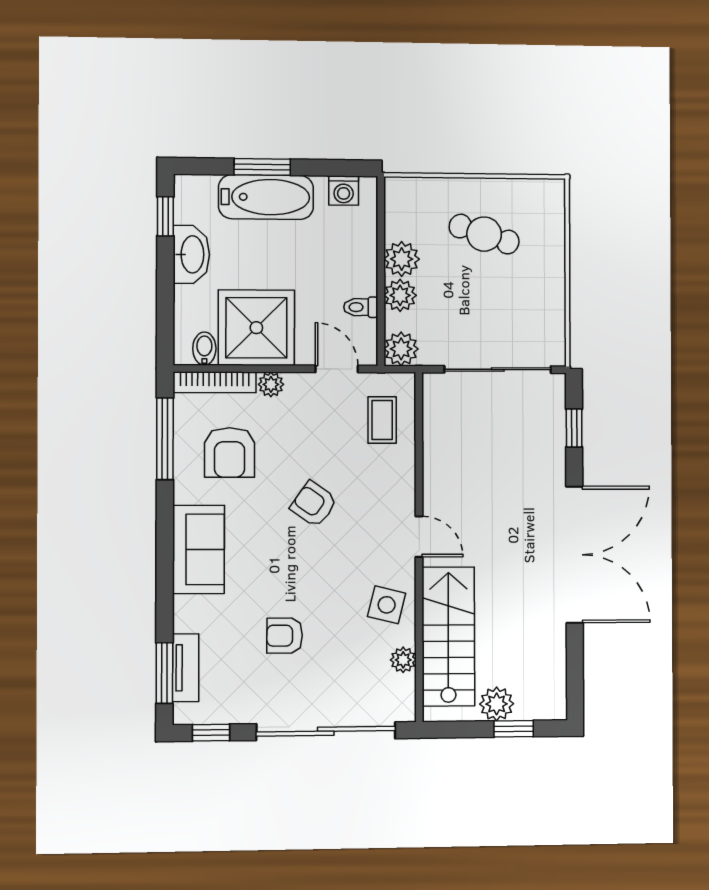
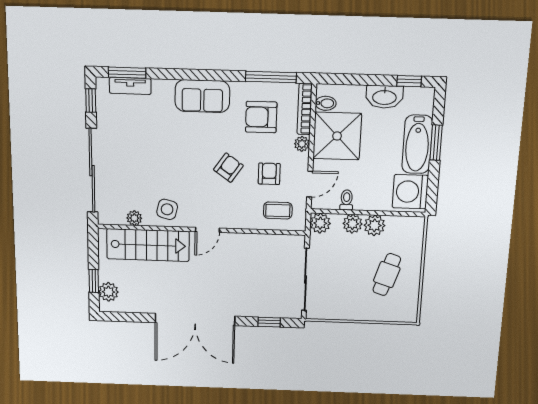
washing machine: (344, 190) -> (410, 192), width x1.89, depth x1.89
armchair: (285, 636) -> (269, 174), moved
plant: (497, 704) -> (108, 292), moved

